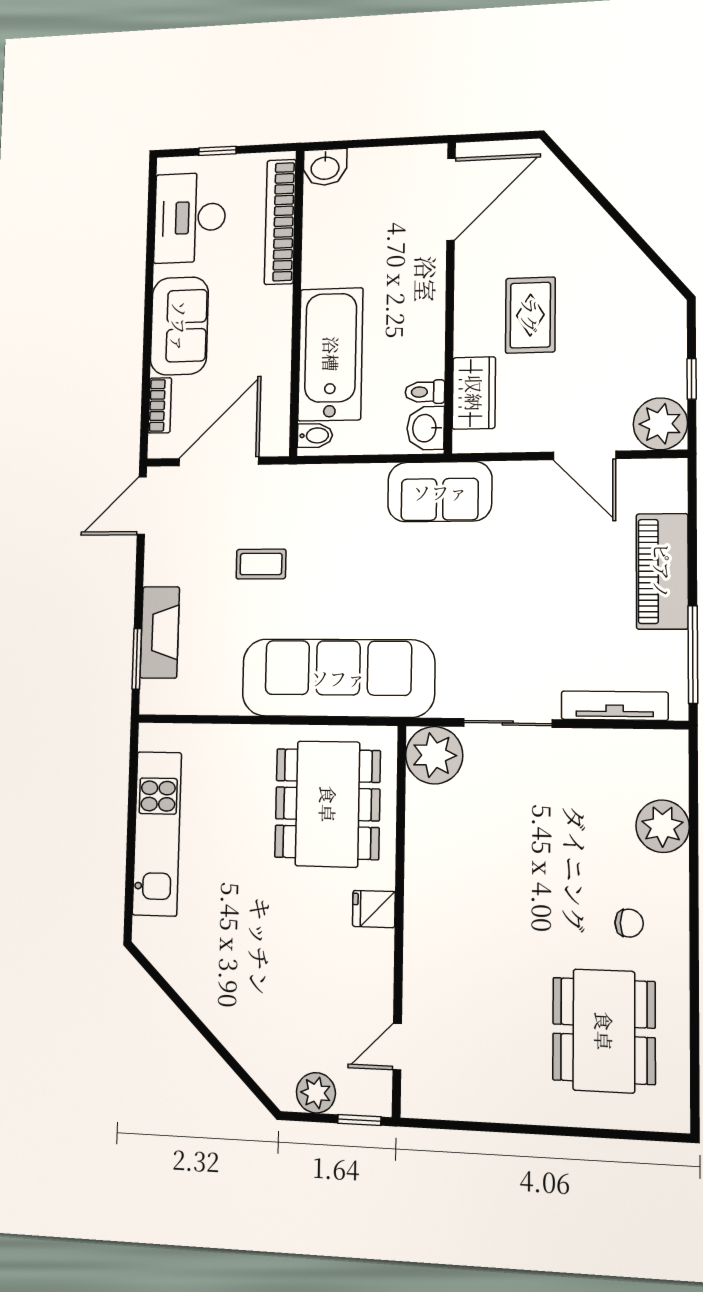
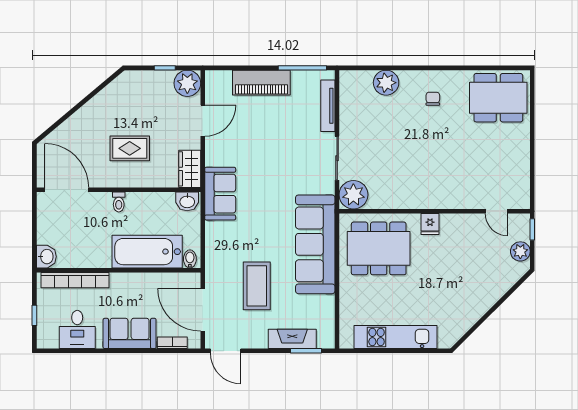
desk: (190, 218) -> (77, 329), width x0.73
toilet: (425, 392) -> (119, 202), moved
wardrobe: (474, 393) -> (190, 169), moved, turned -90
coffee table: (261, 564) -> (257, 286), width x1.86, depth x1.72
dining table: (604, 1031) -> (498, 98), moved

